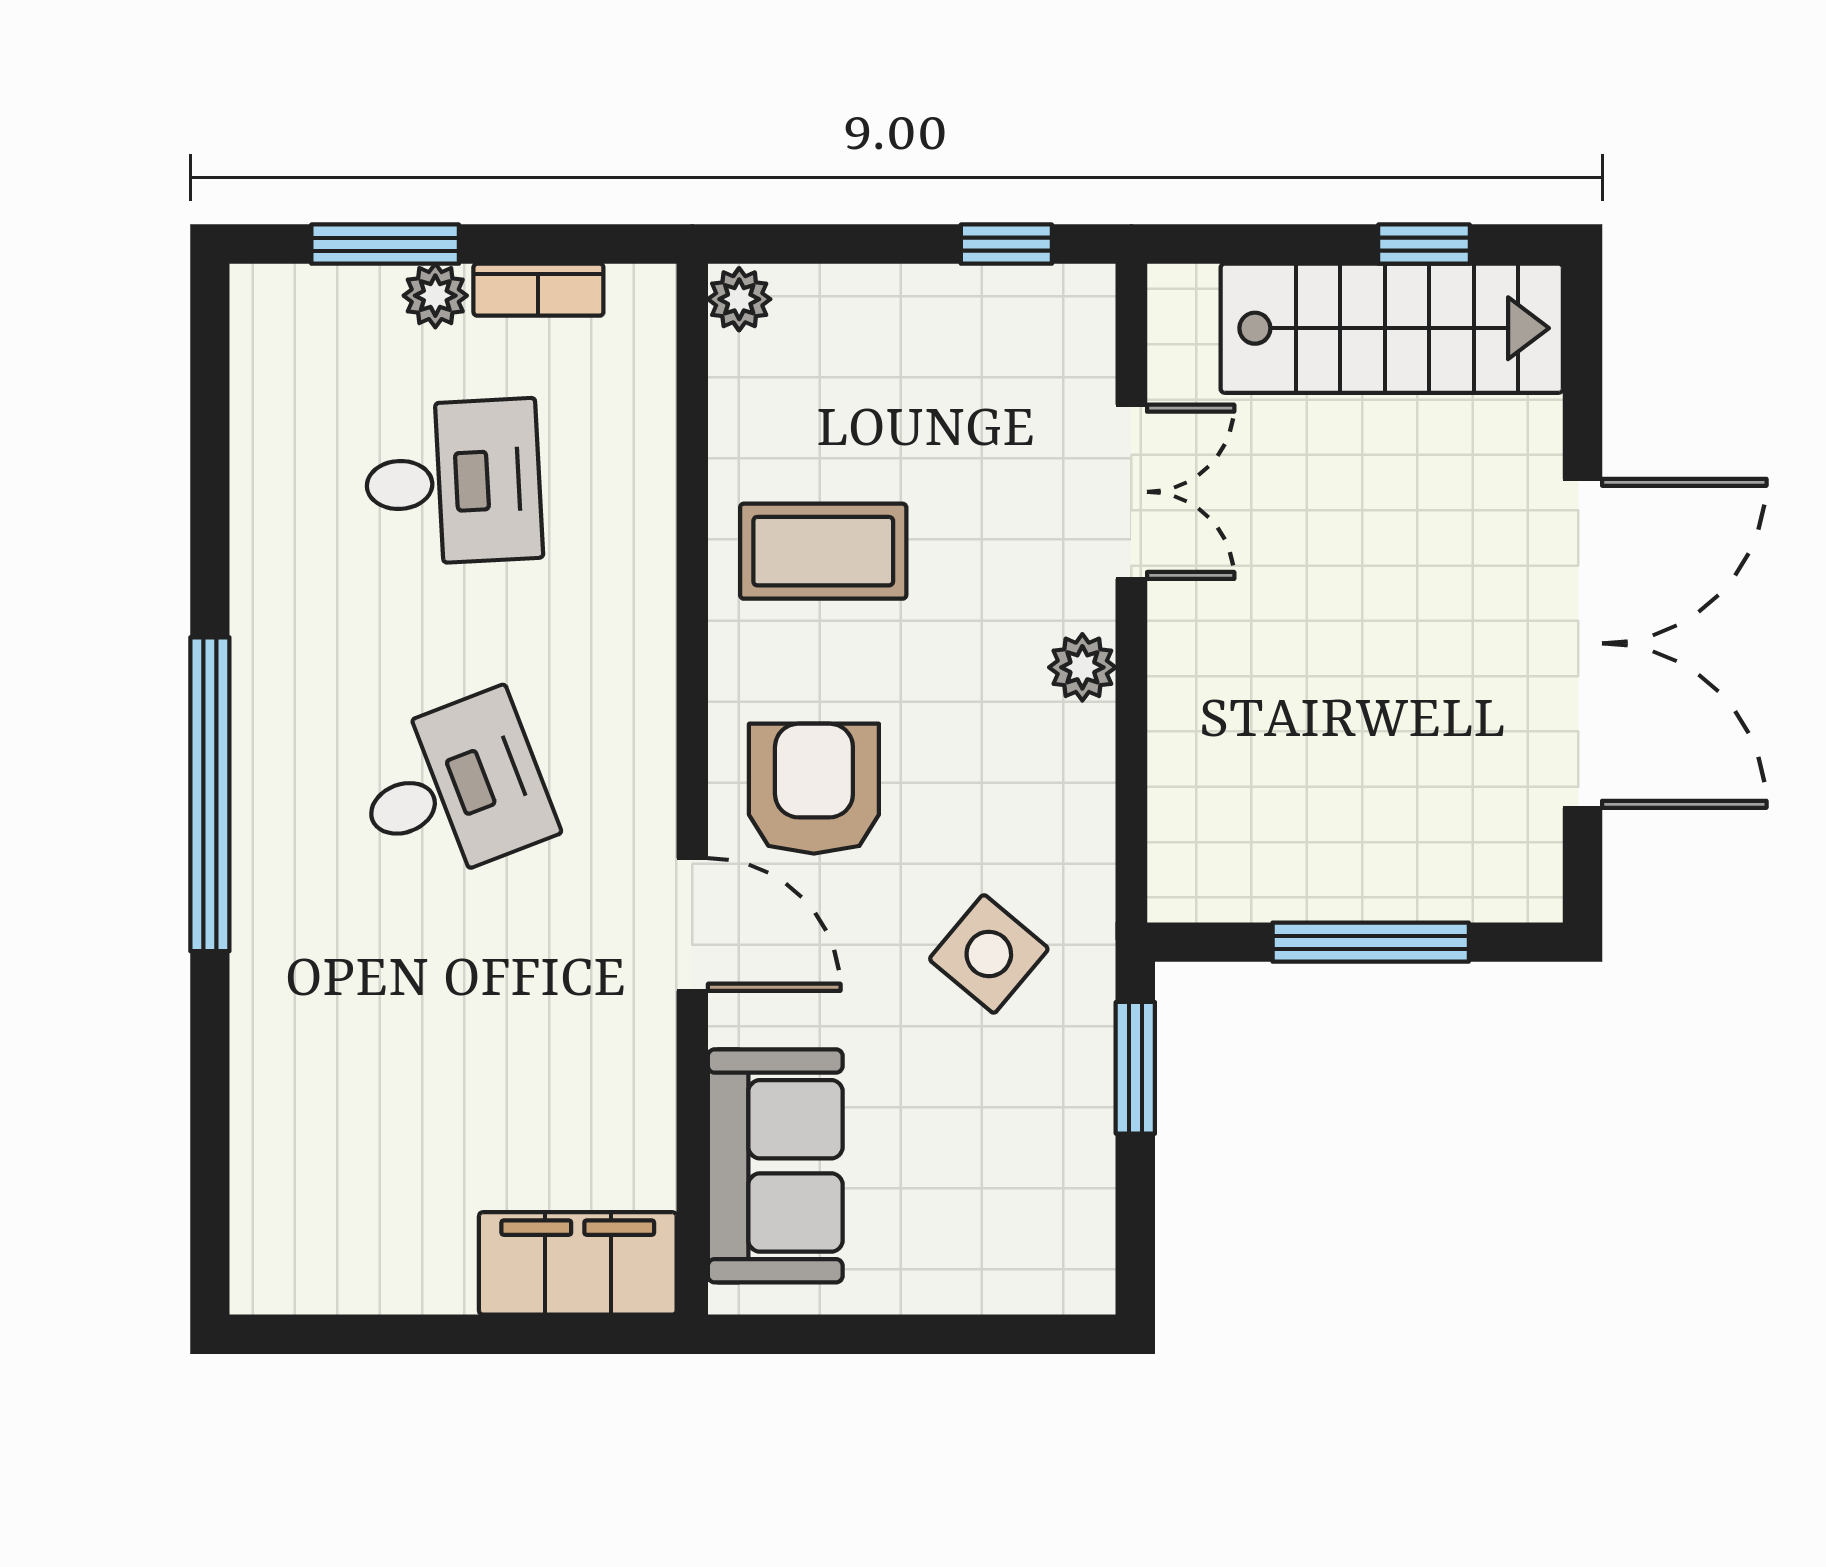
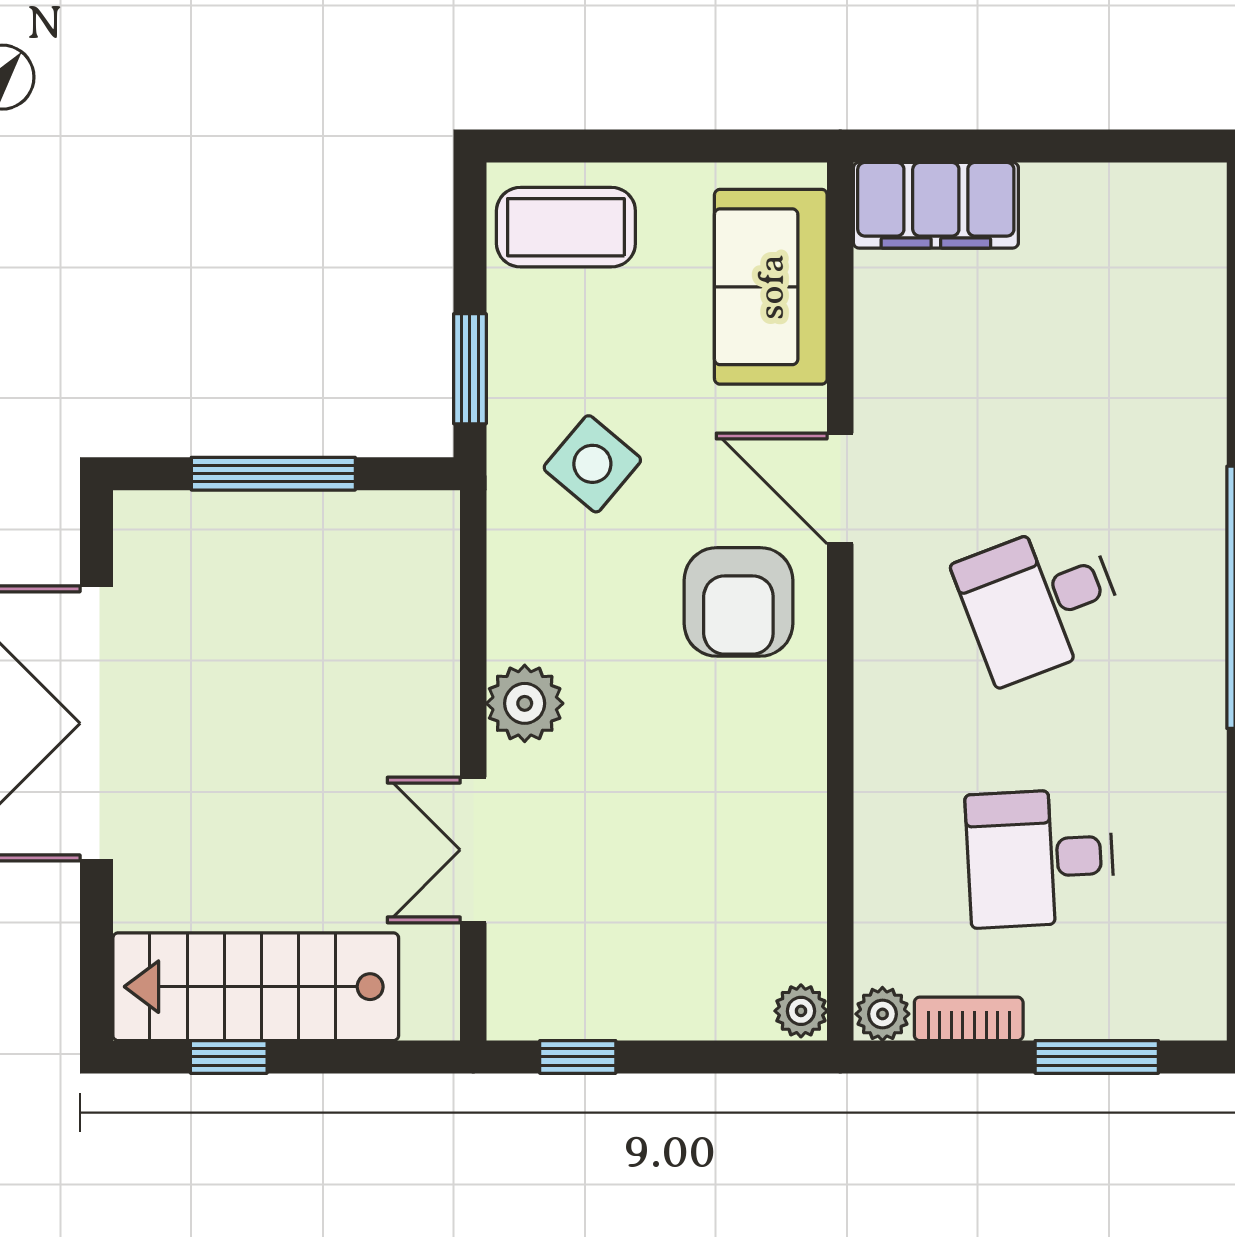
plant: (435, 296) -> (882, 1014), moved
coffee table: (823, 551) -> (566, 227), moved
plant: (1082, 667) -> (525, 703), width x1.38, depth x1.38

